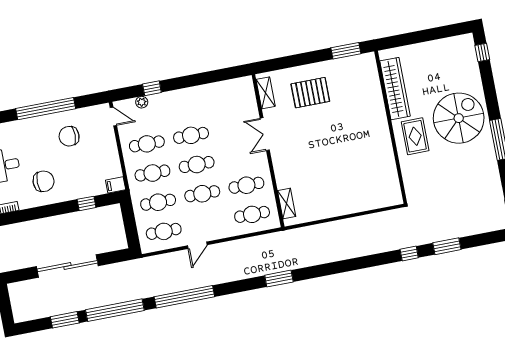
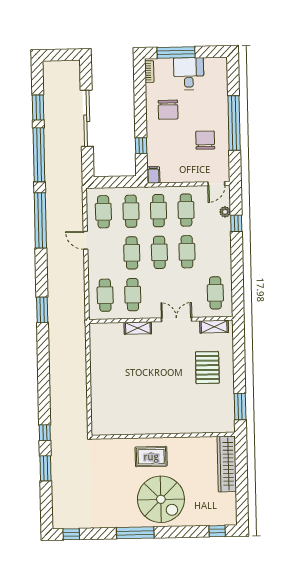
wardrobe: (395, 89) -> (227, 464), moved, turned 90
cafe table: (230, 98) -> (215, 293), added
shelving: (287, 204) -> (138, 328), moved

